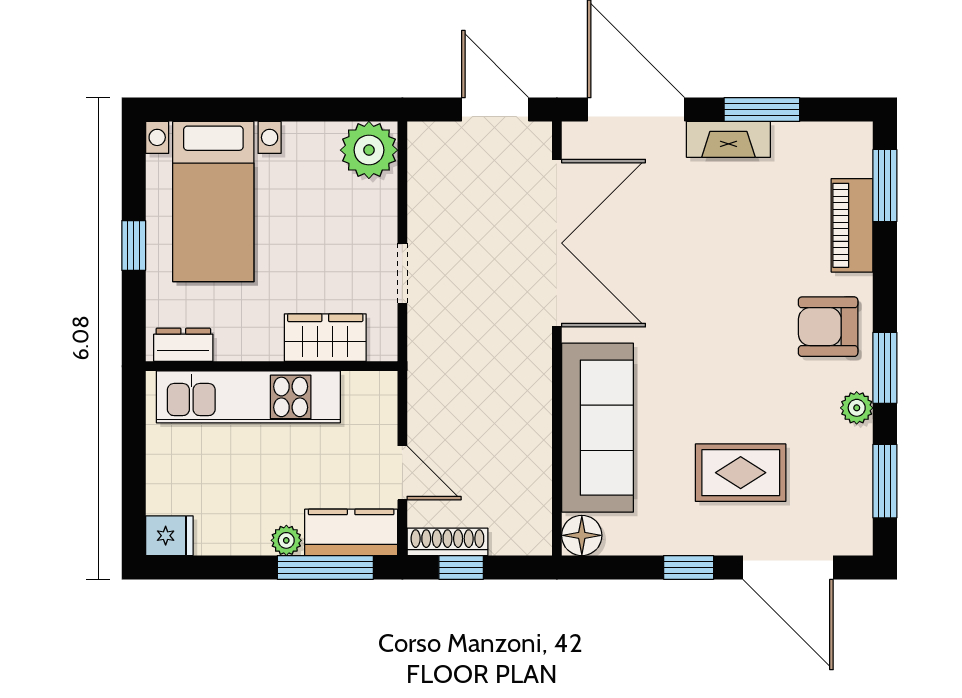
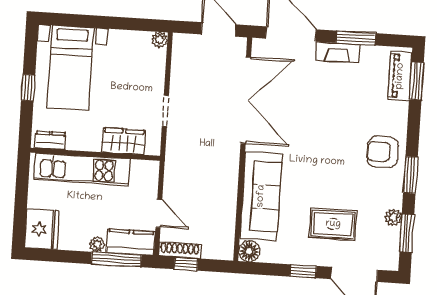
plant: (369, 150) -> (160, 40), width x0.53, depth x0.53
piano: (852, 225) -> (400, 76), moved
plant: (857, 408) -> (393, 217), moved
fridge: (169, 536) -> (42, 229), width x1.88, depth x1.34

